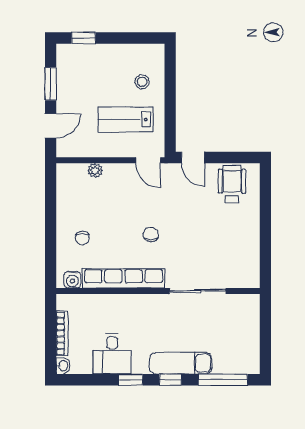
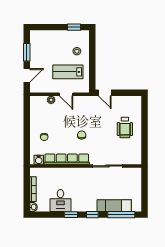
window: (83, 38) -> (74, 27), moved
door: (148, 160) -> (66, 94), moved
wheelchair: (232, 184) -> (125, 127), moved, turned 180
exam couch: (181, 363) -> (114, 206), moved

